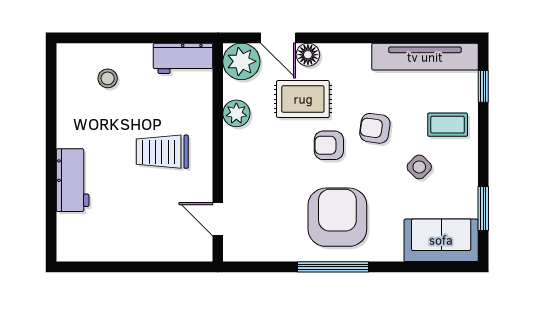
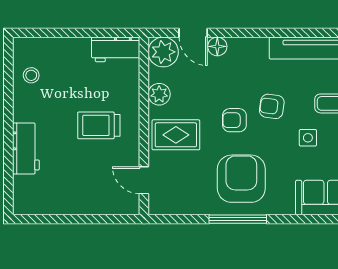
stool: (108, 78) -> (31, 75), moved
rug: (303, 99) -> (176, 135), moved
side table: (419, 167) -> (308, 138), turned 45

